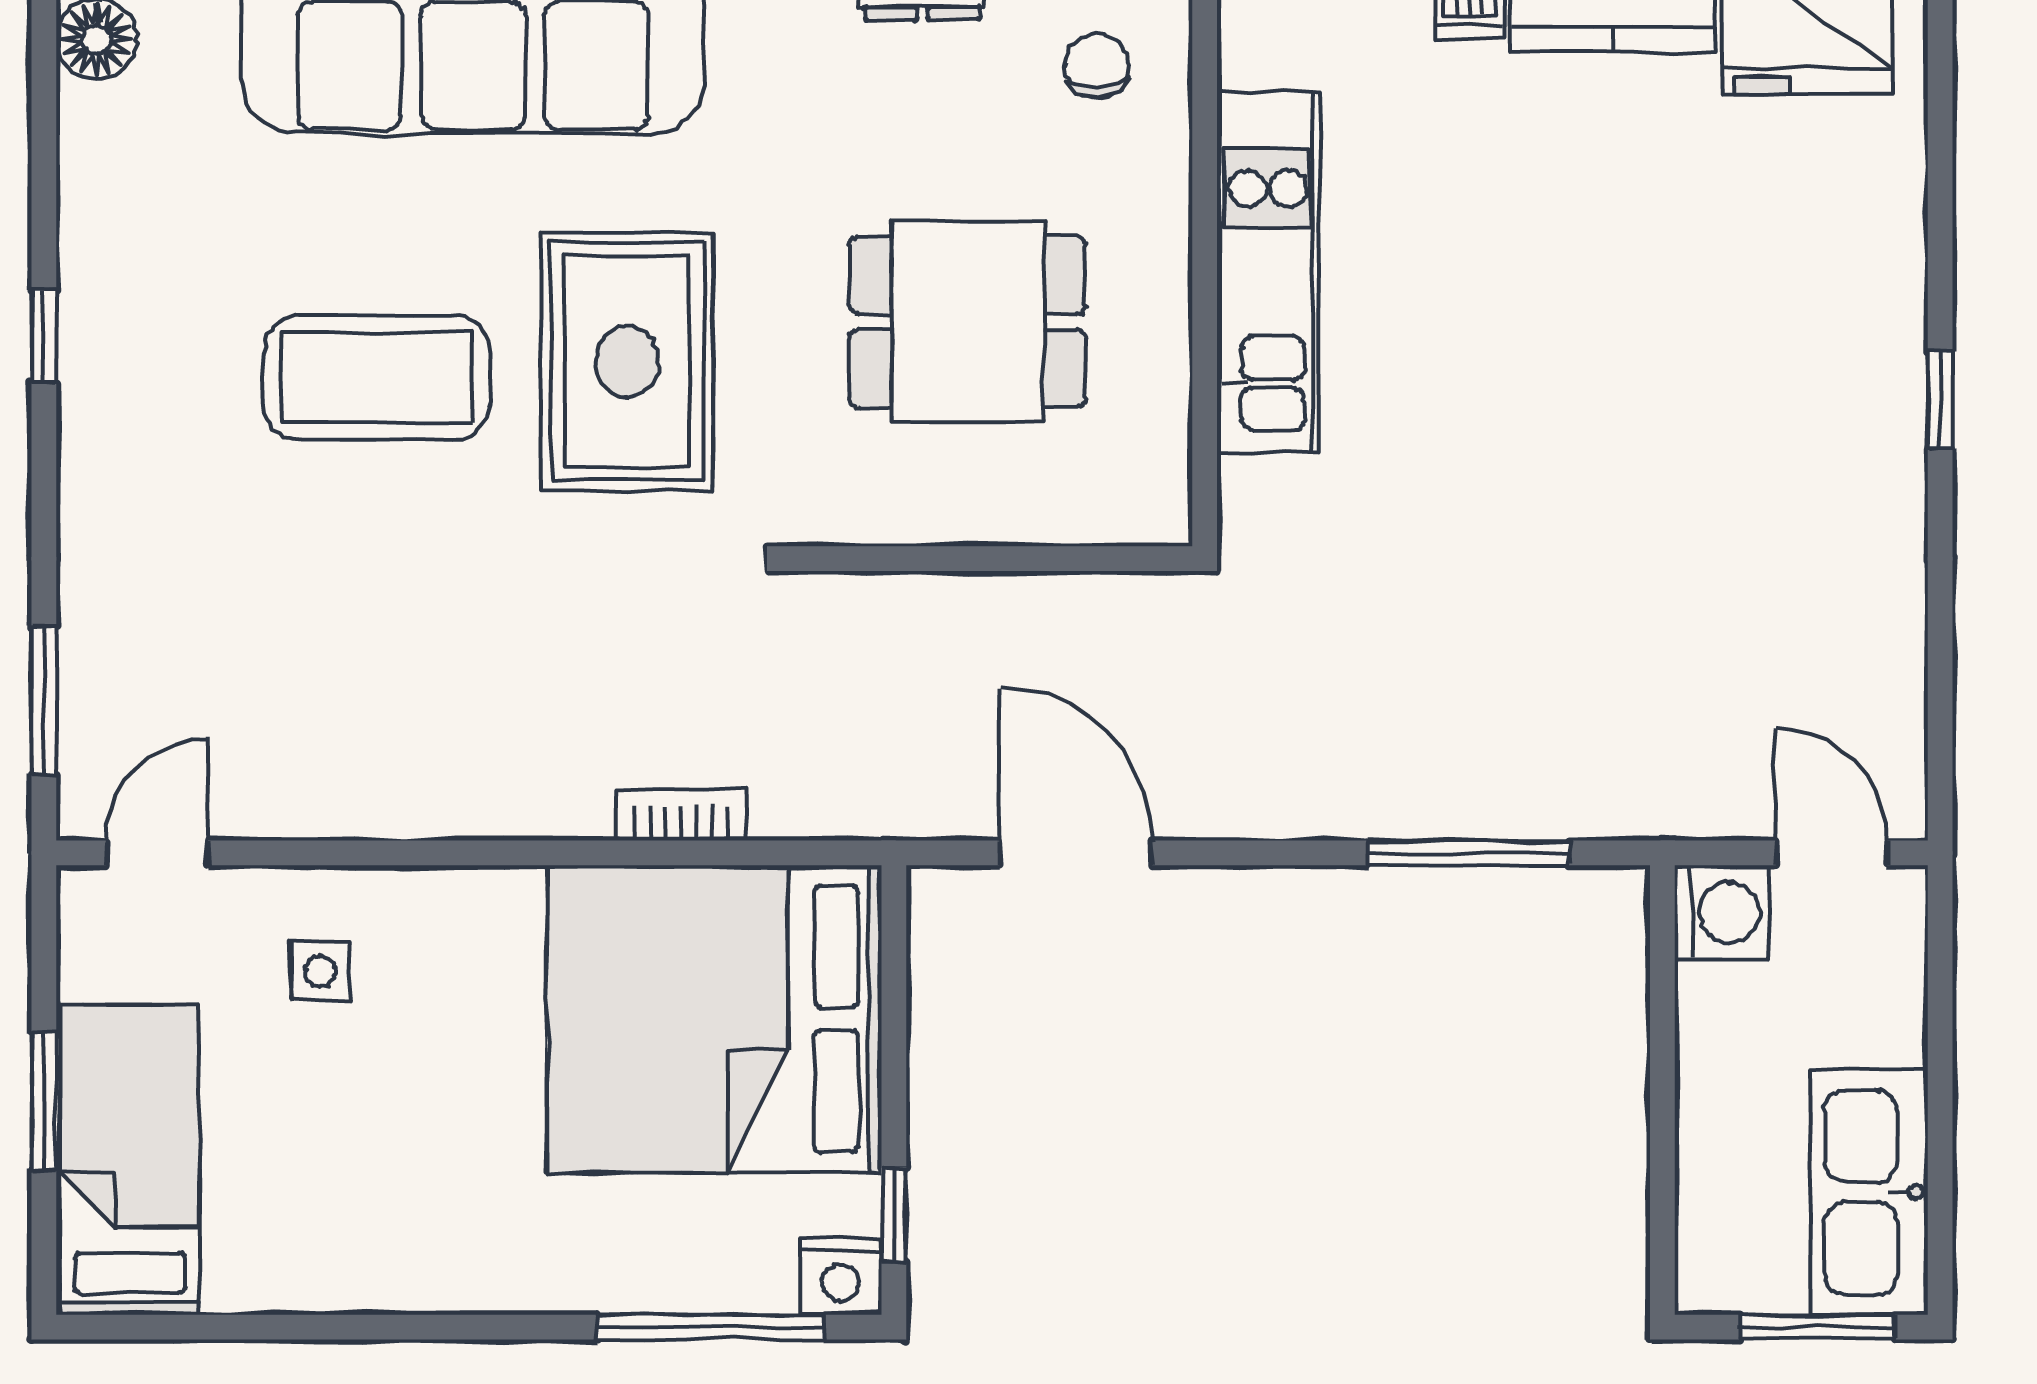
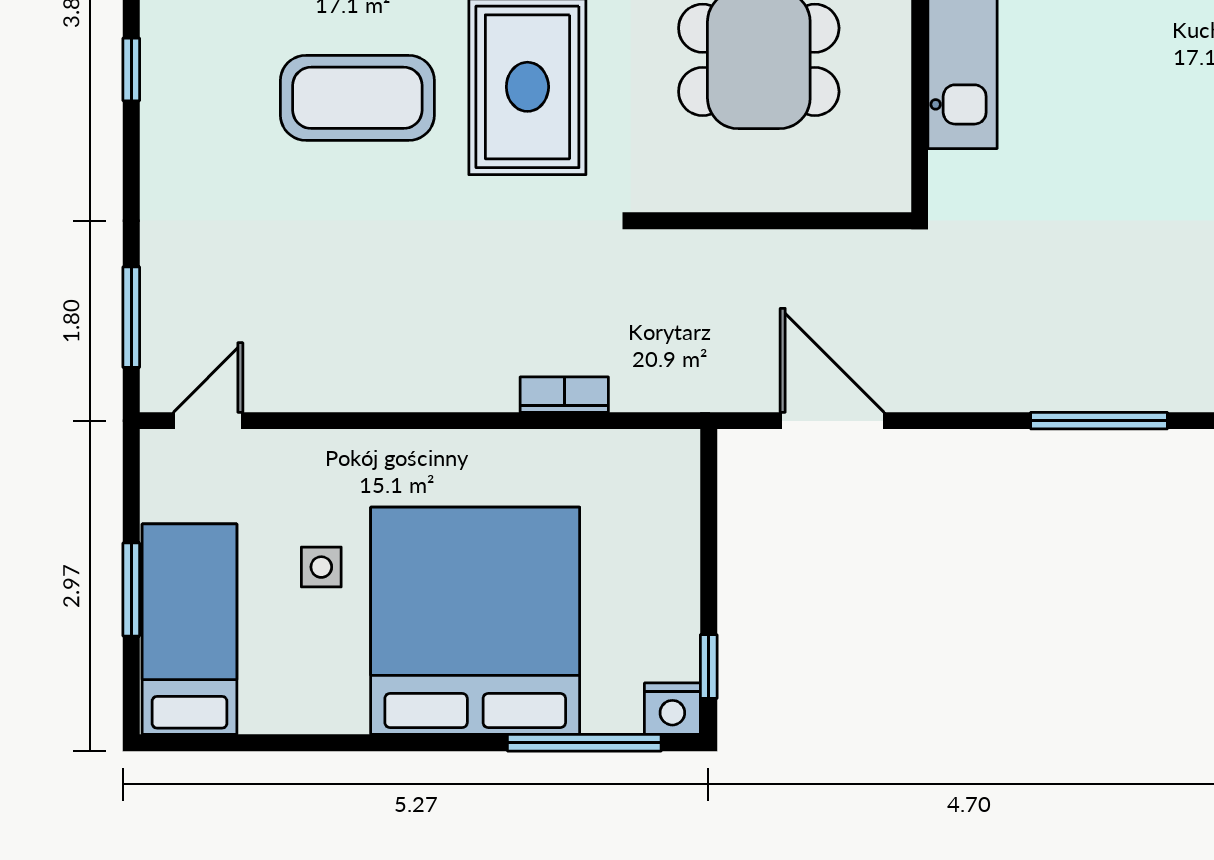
side table: (320, 971) -> (321, 567), moved
bed: (714, 1019) -> (475, 621), moved, turned 90

